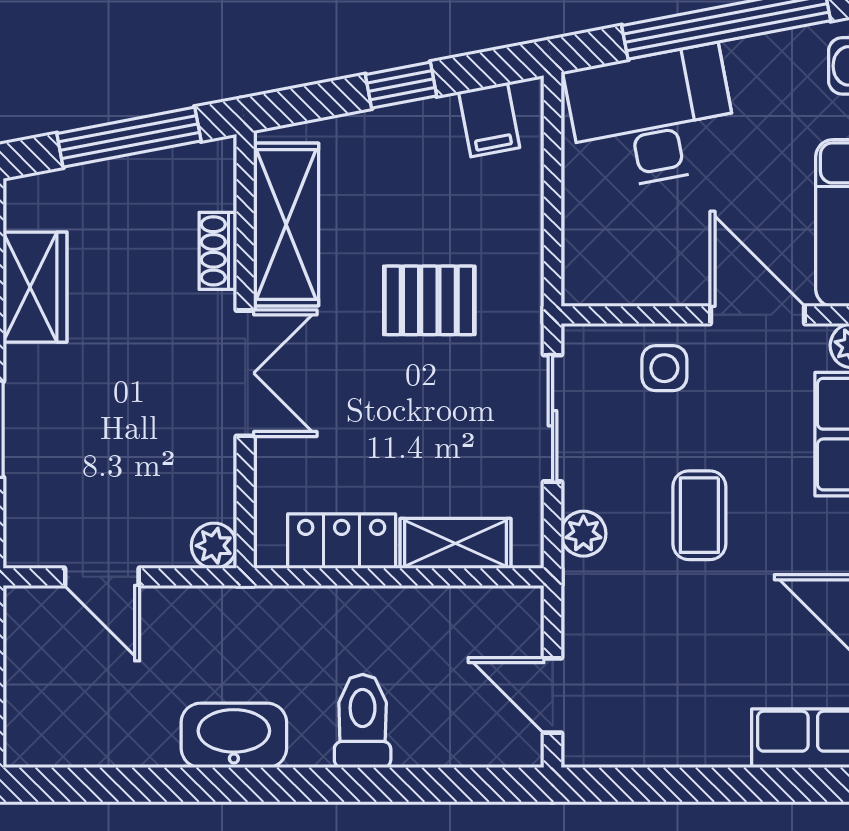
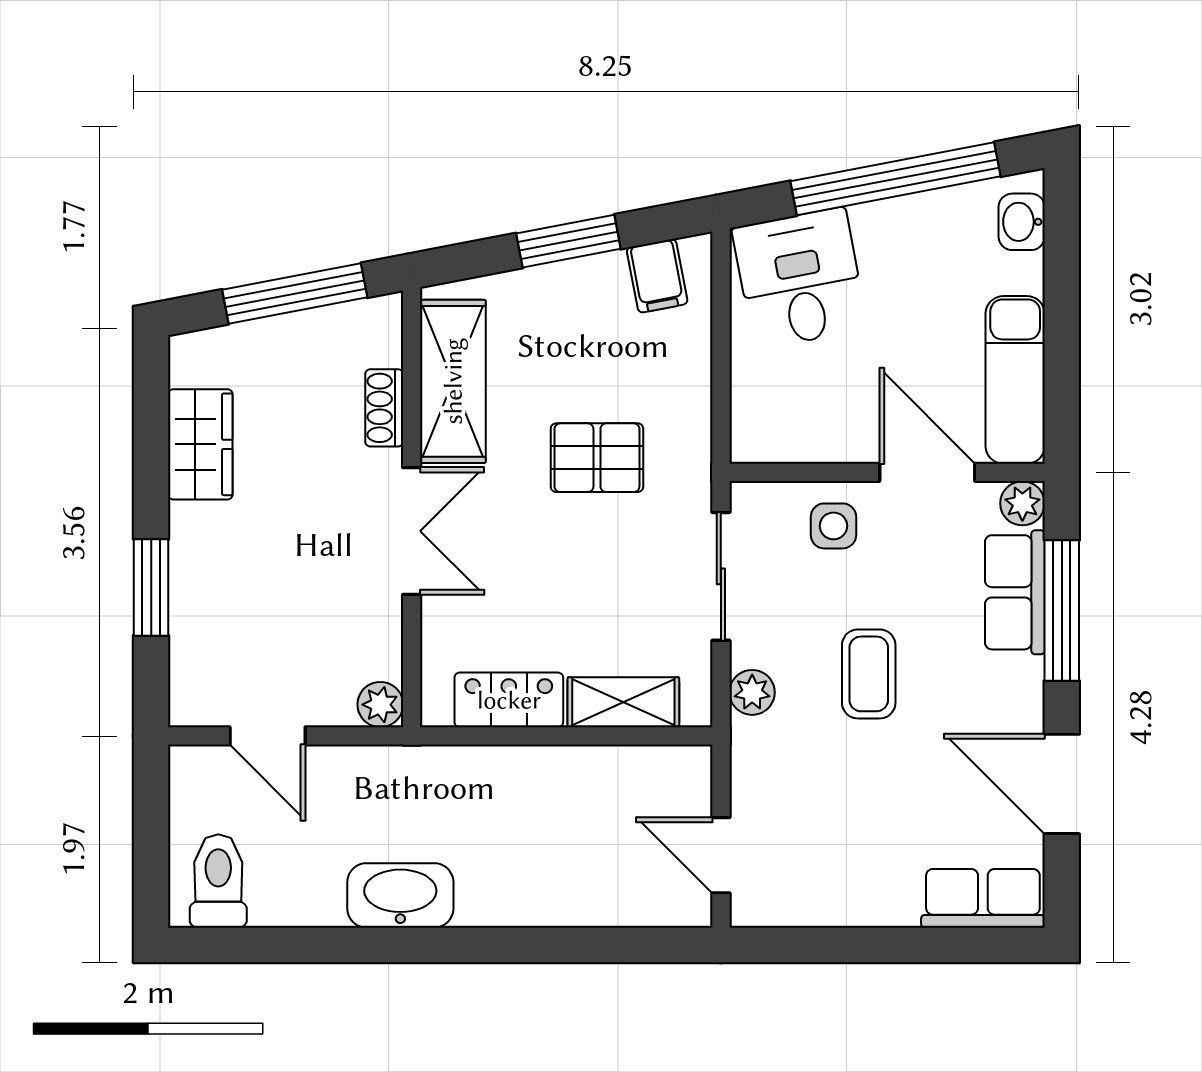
window: (401, 85) -> (568, 241), width x1.50
desk: (652, 118) -> (800, 278), width x0.73
toilet: (363, 721) -> (218, 881), moved

